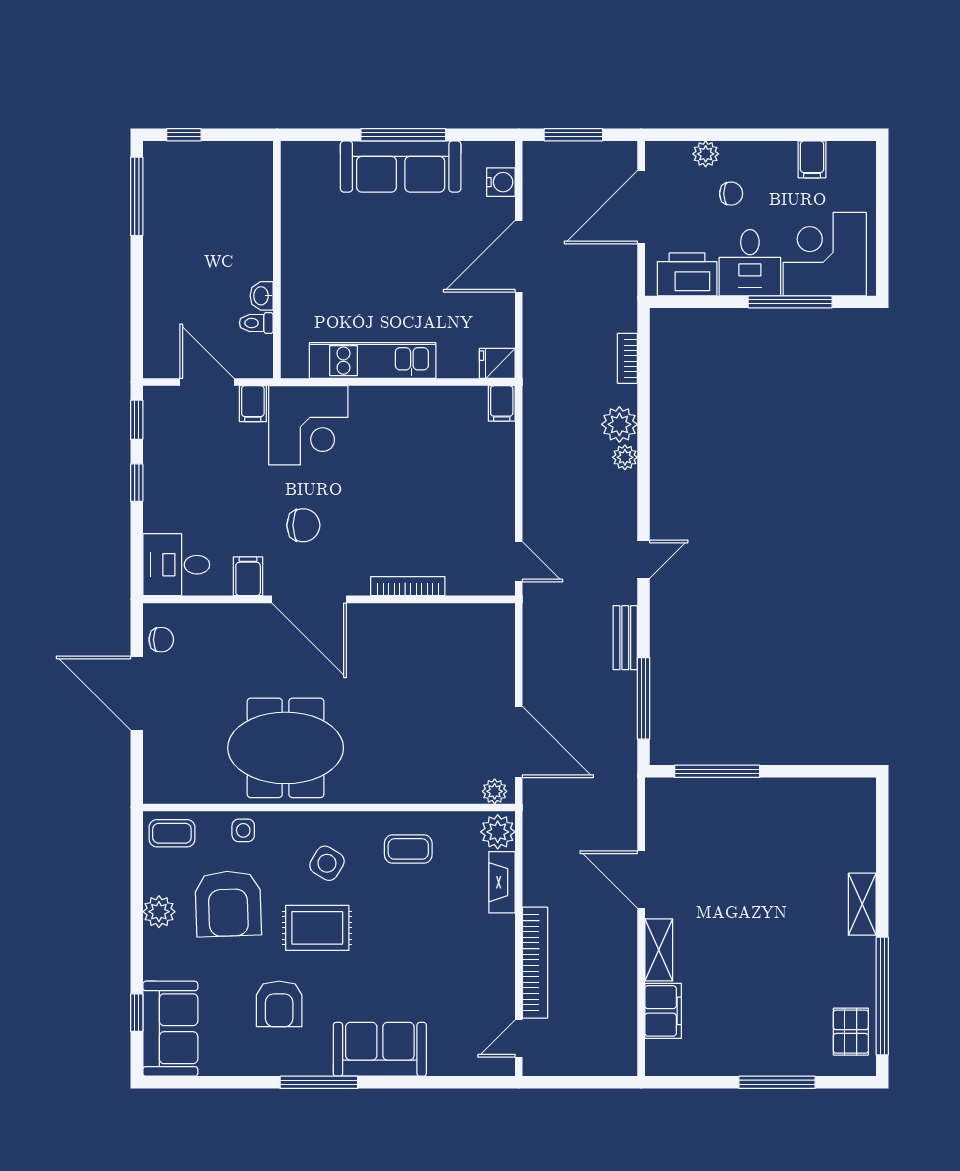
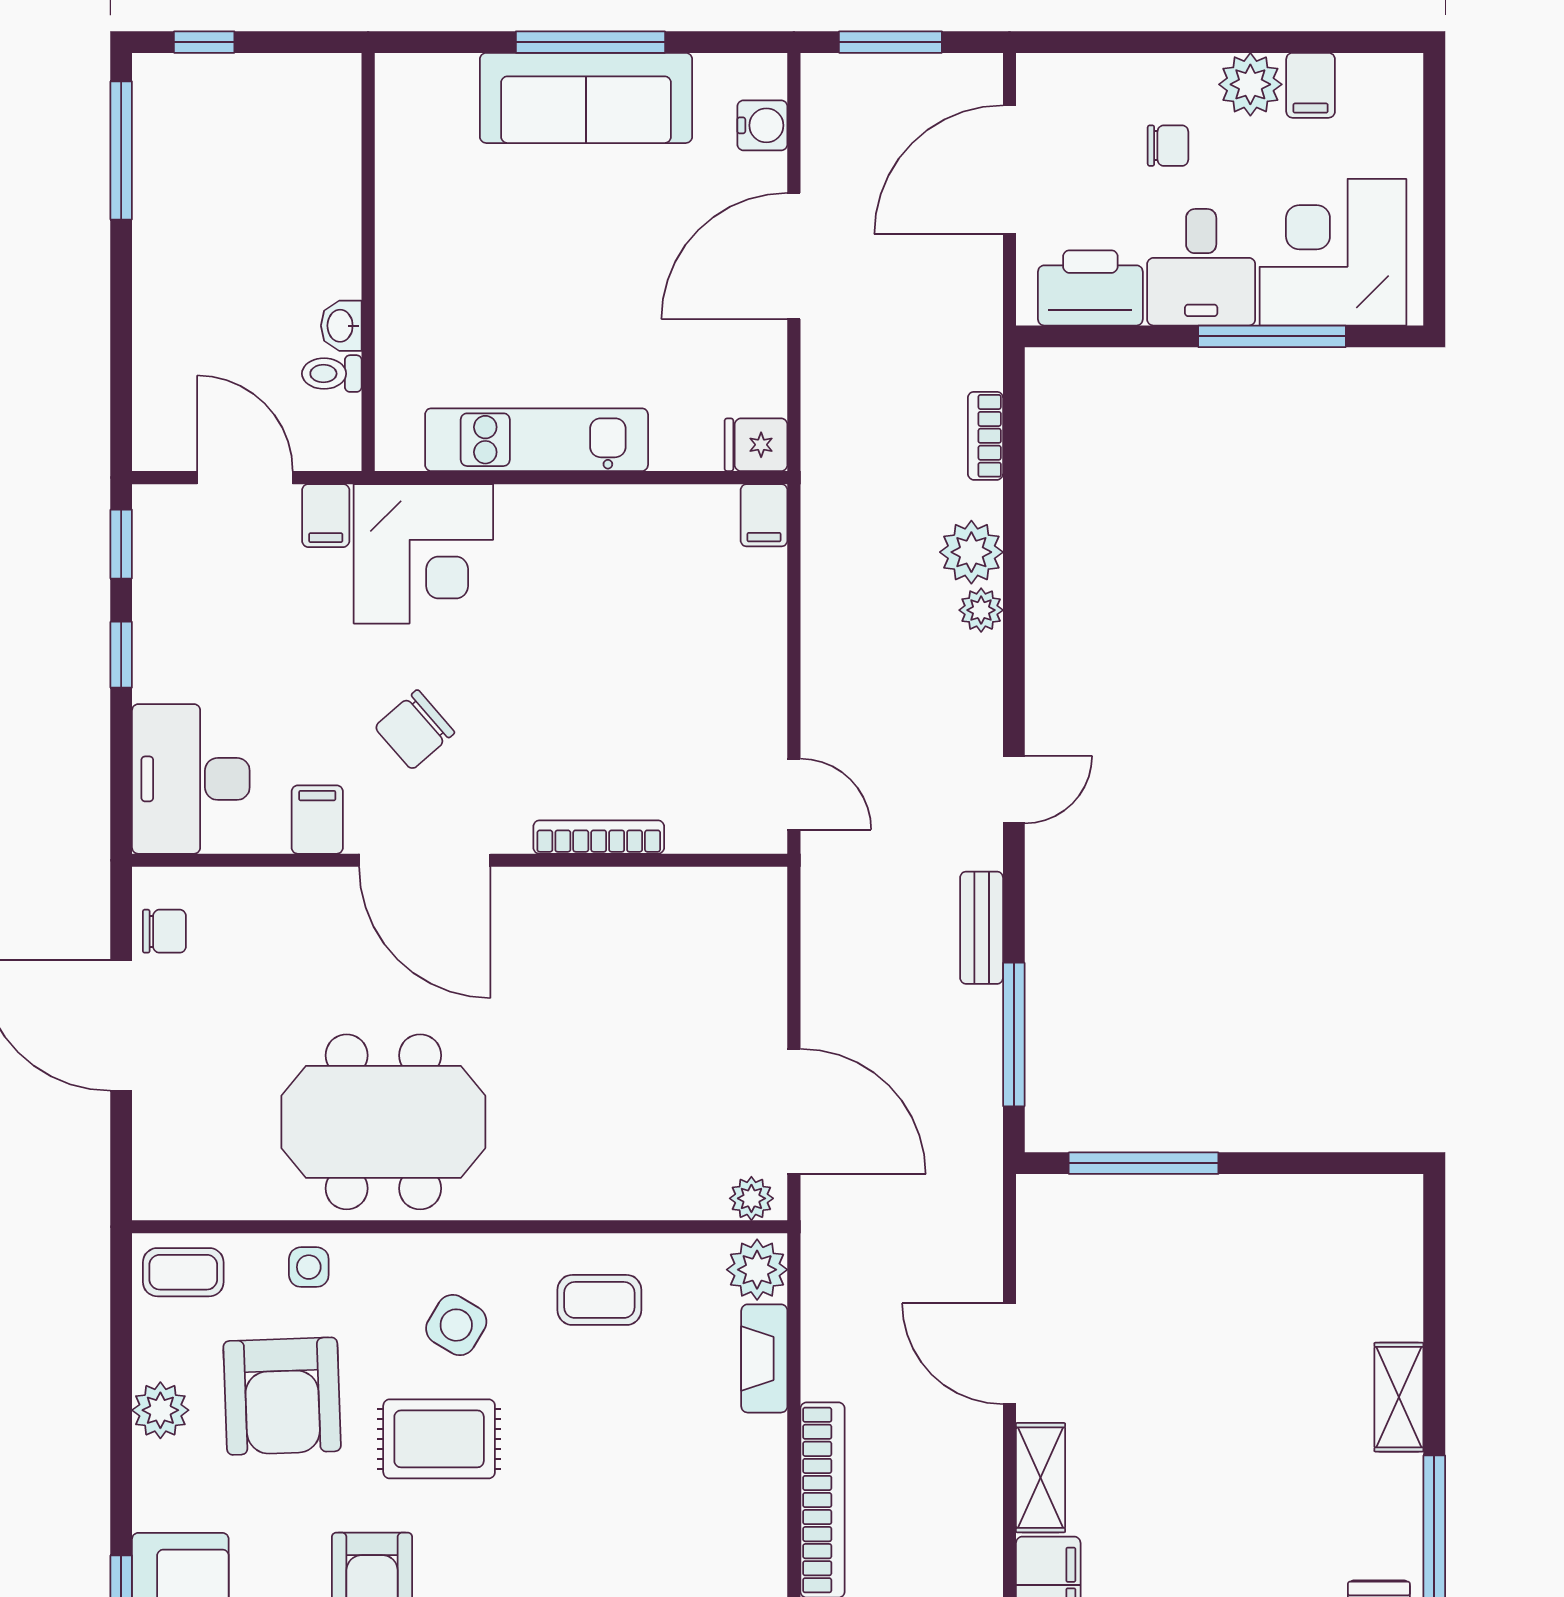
plant: (706, 154) -> (1250, 84), moved, width x1.38, depth x1.38
chair: (303, 525) -> (415, 730), turned 139
desk: (176, 565) -> (191, 779), width x1.37

